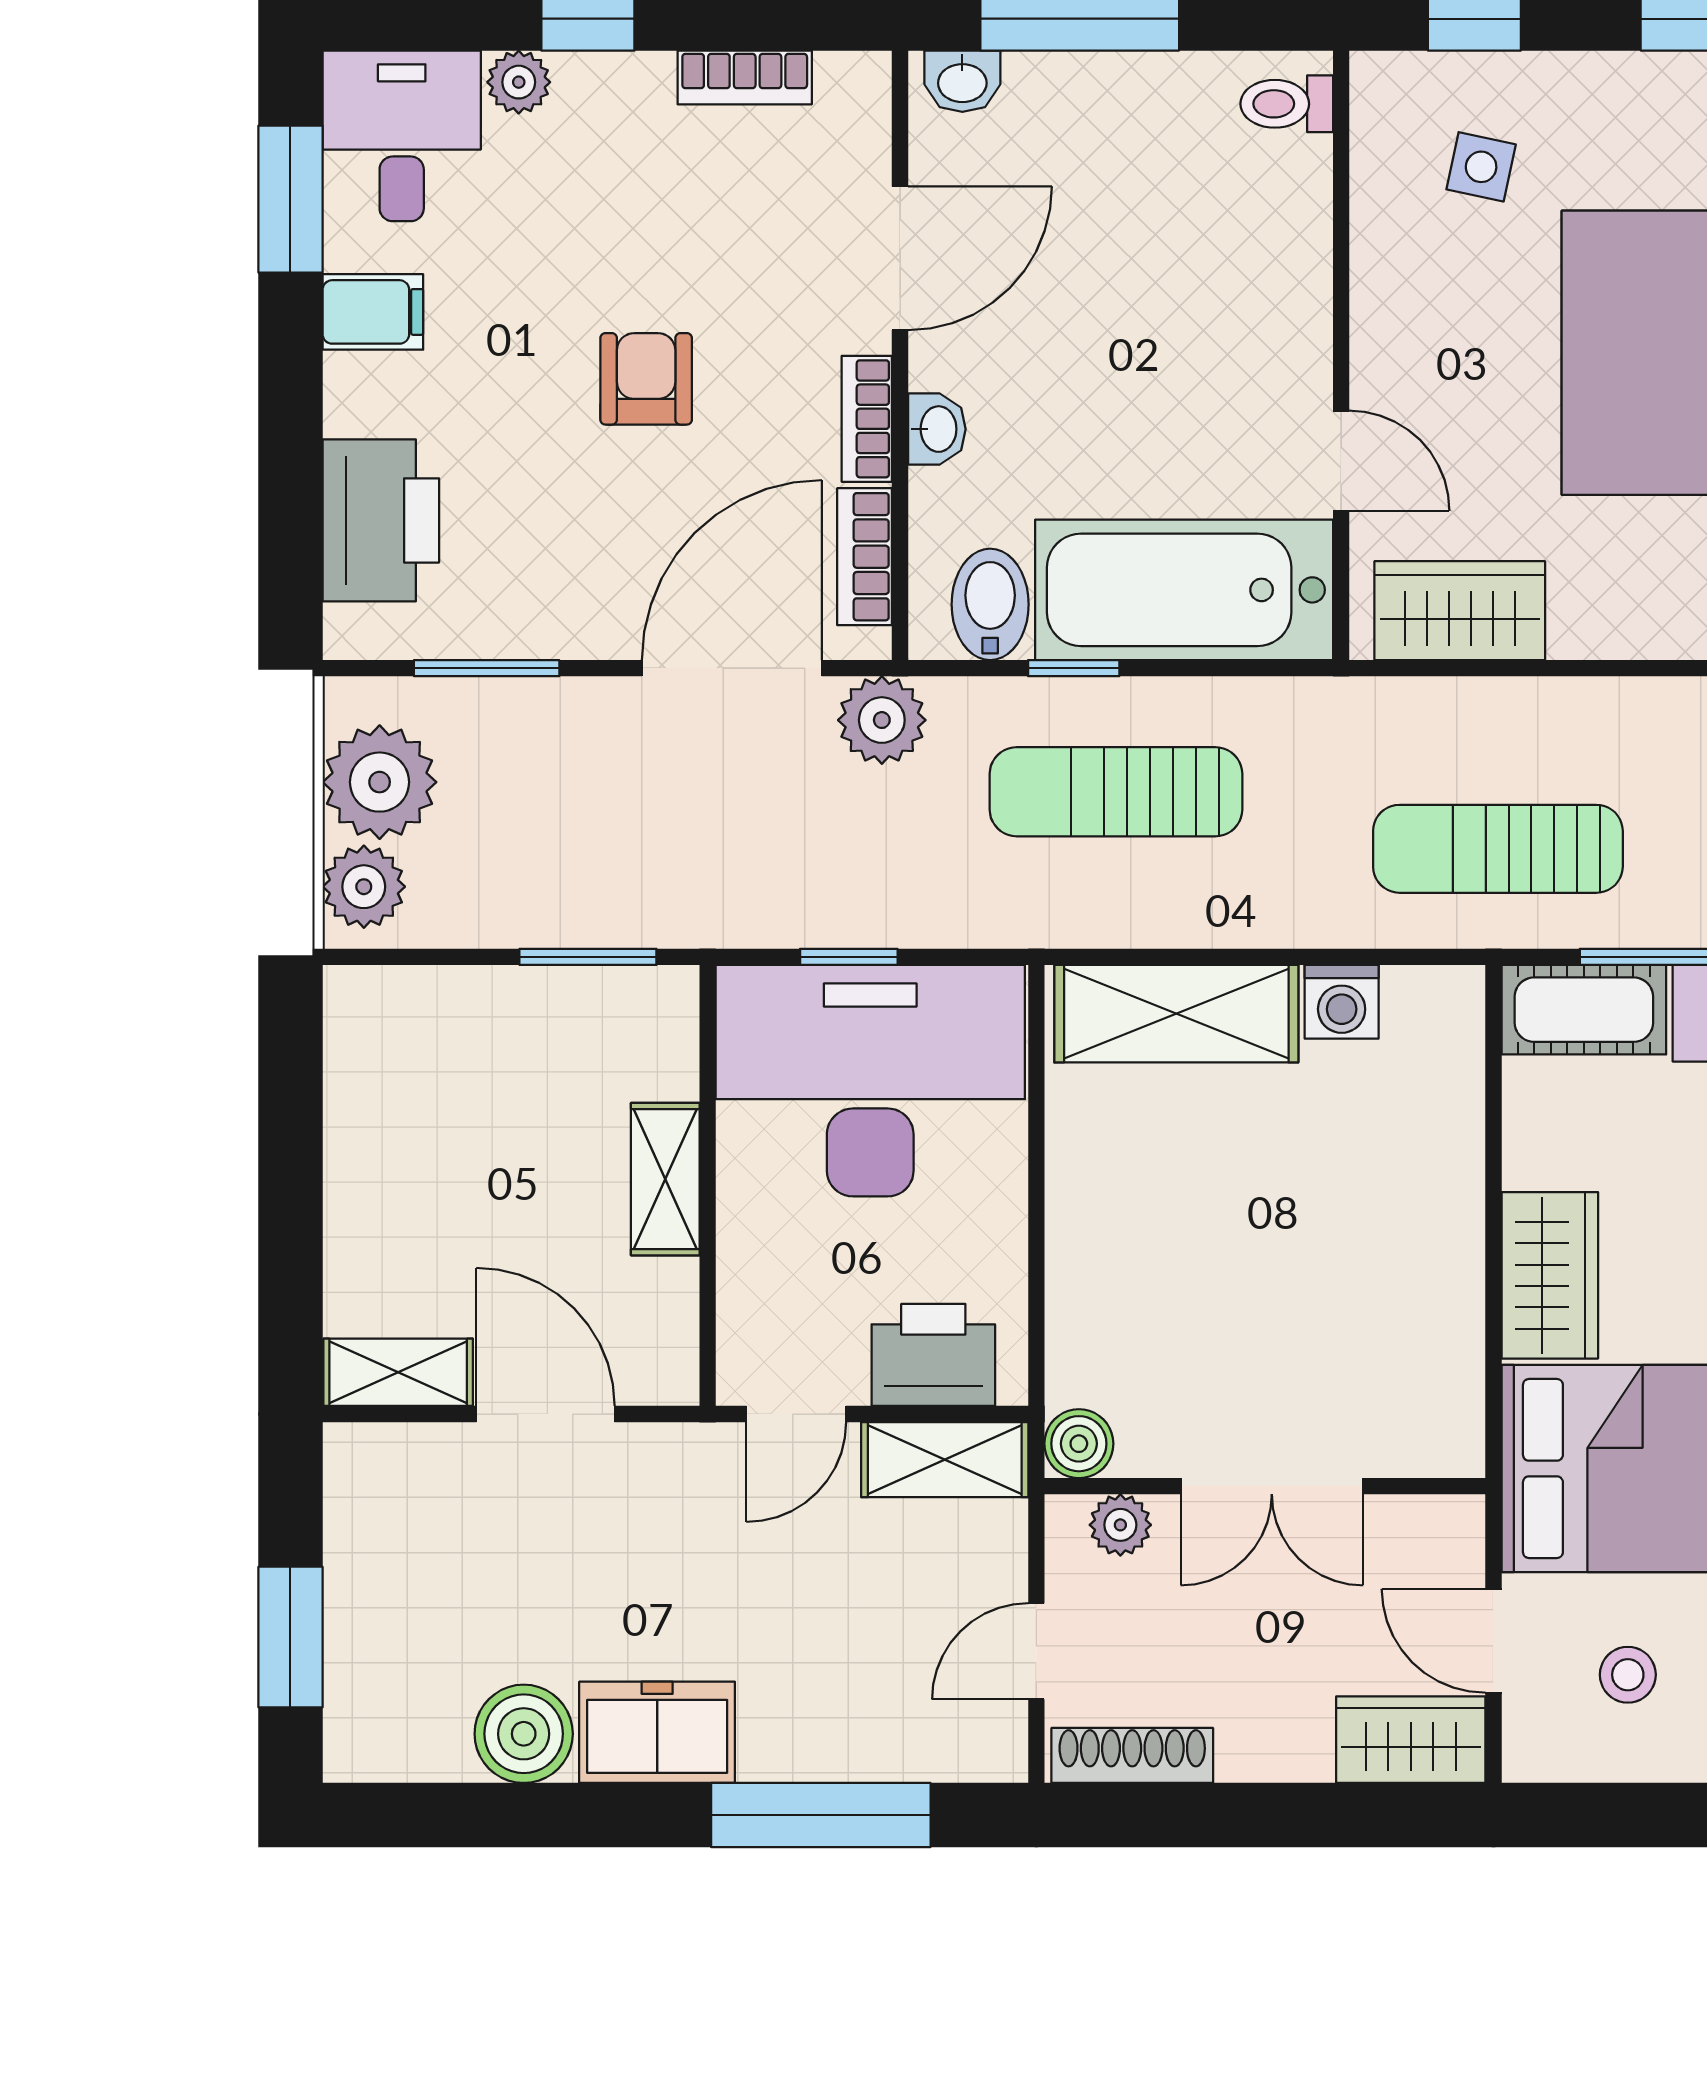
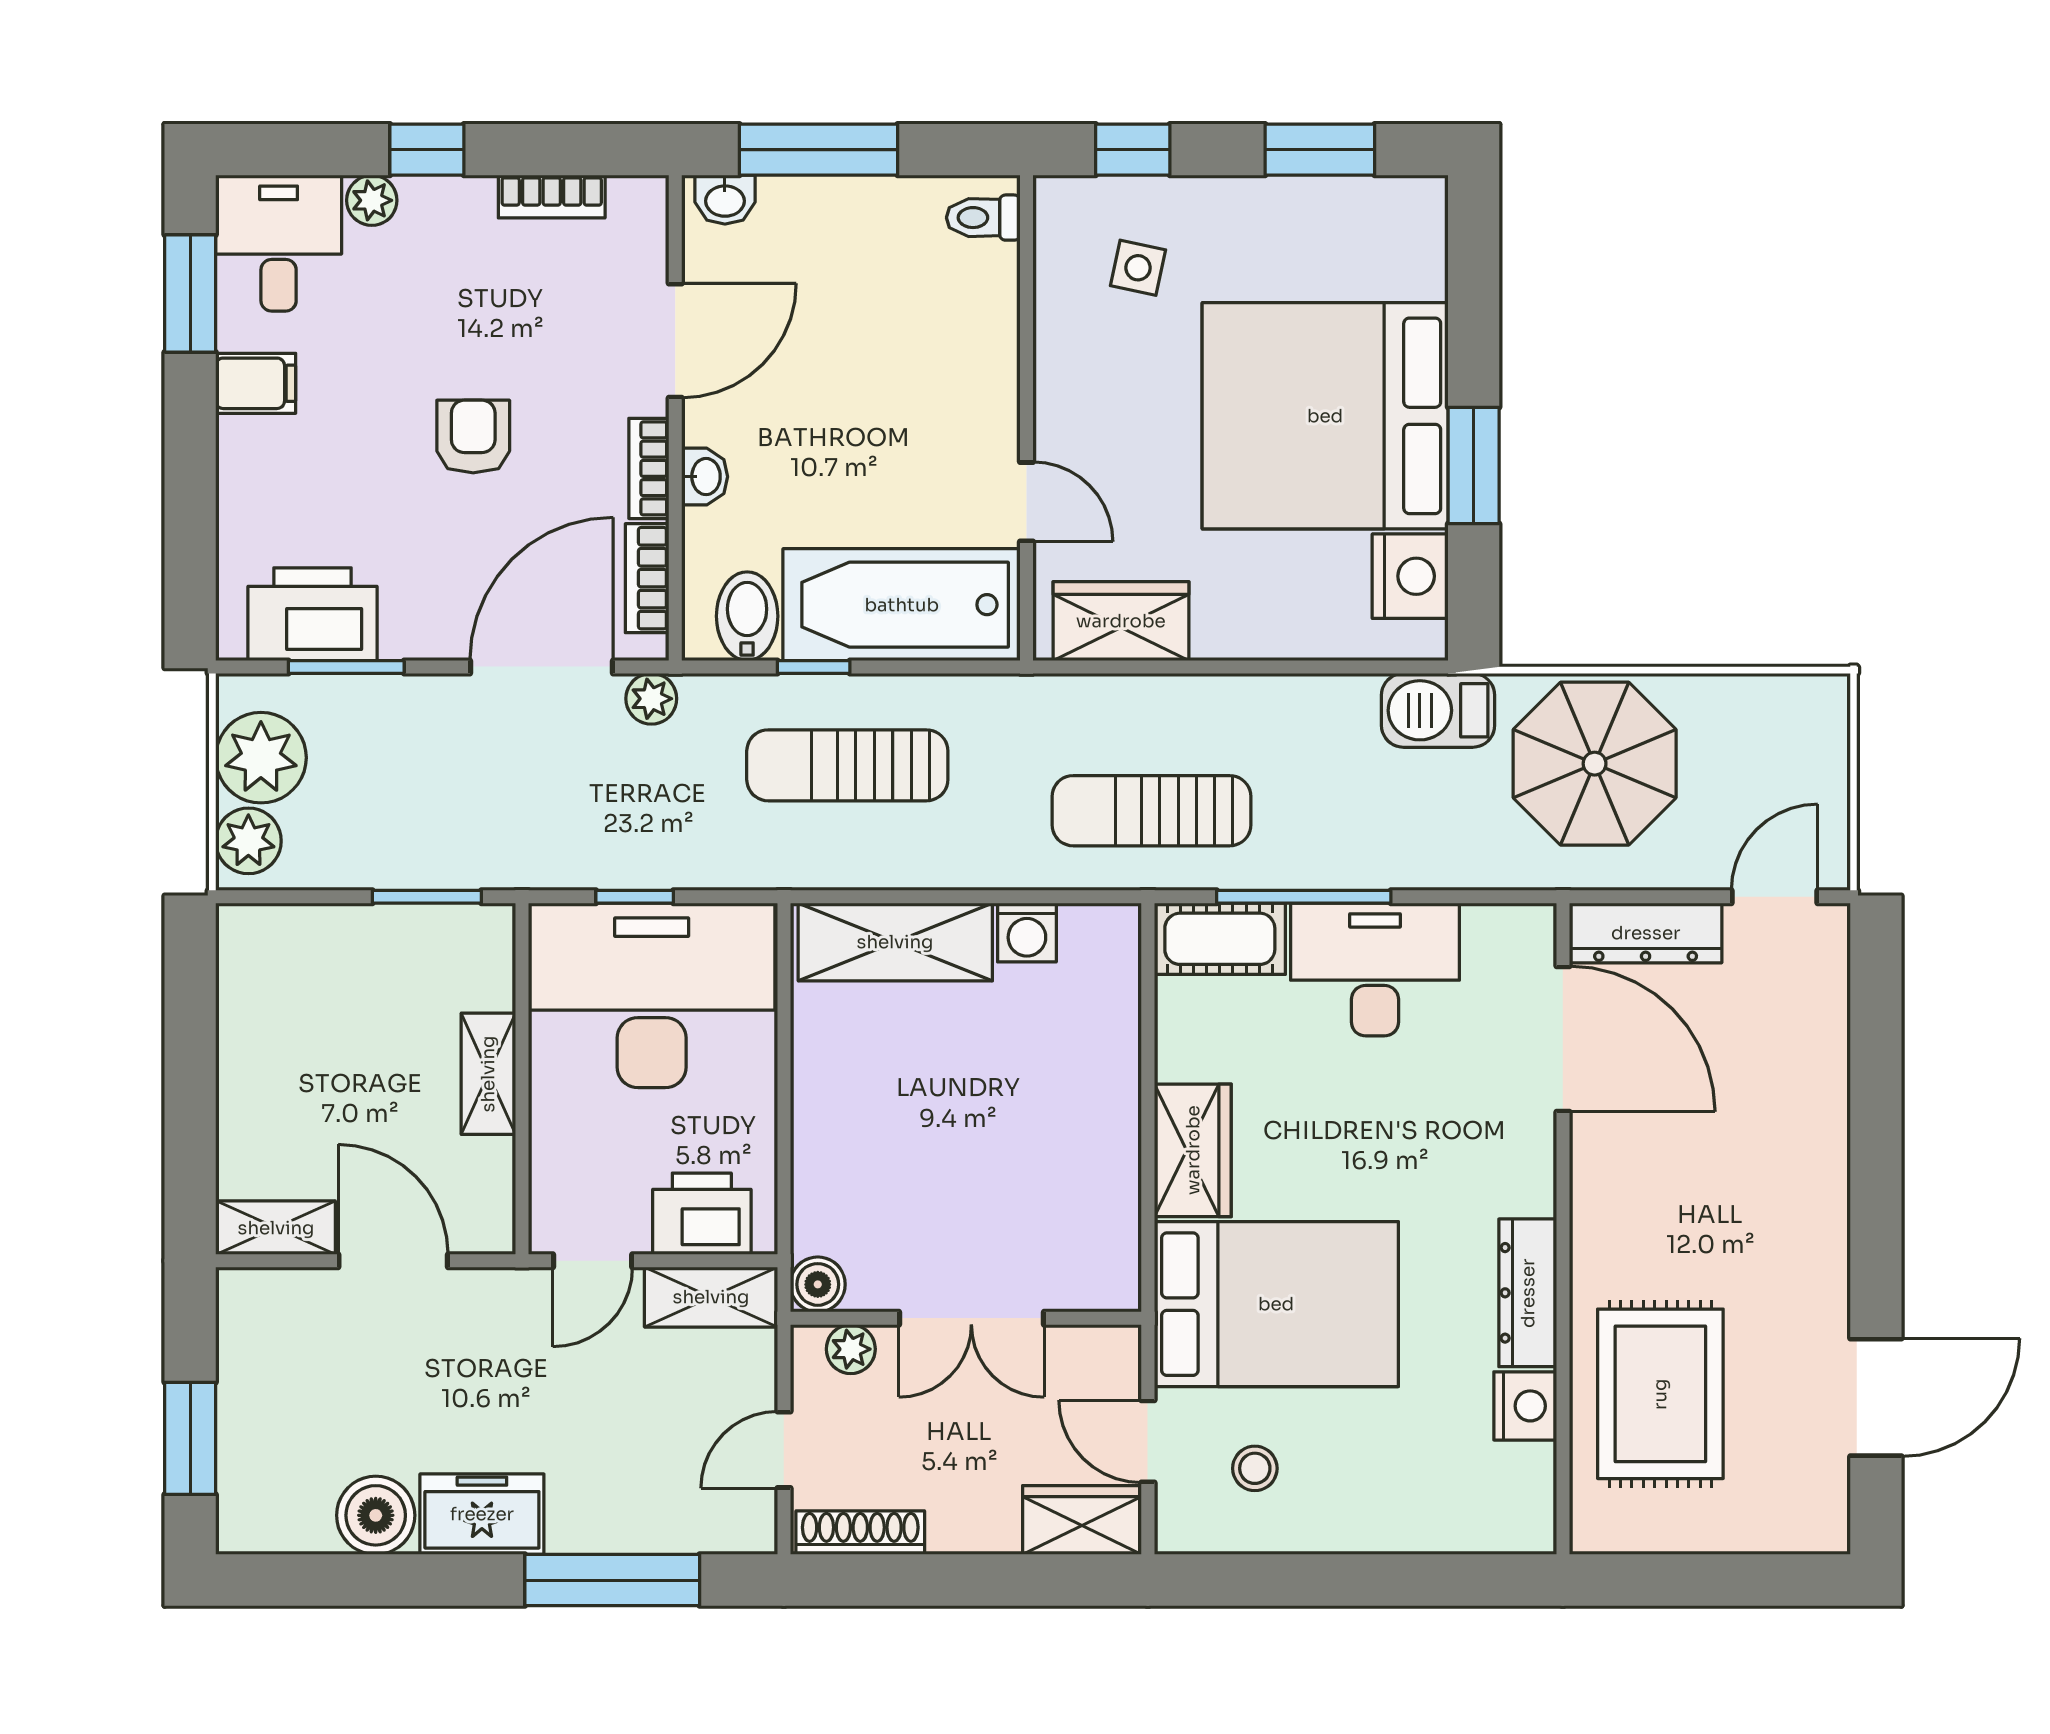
printer: (381, 520) -> (312, 614), moved, turned -90
plant: (882, 720) -> (651, 699), width x0.73, depth x0.73

